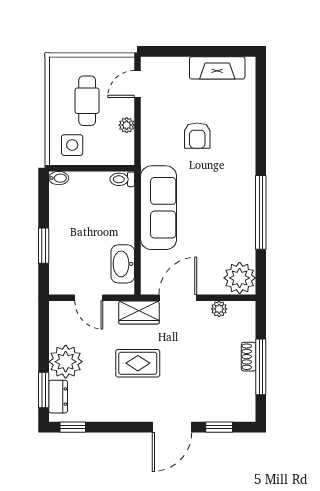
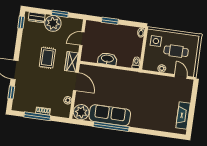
armchair: (197, 136) -> (152, 101), removed
sofa: (159, 208) -> (110, 115), moved, turned 180
washbasin: (123, 264) -> (107, 59), moved
window: (44, 390) -> (60, 14), moved

